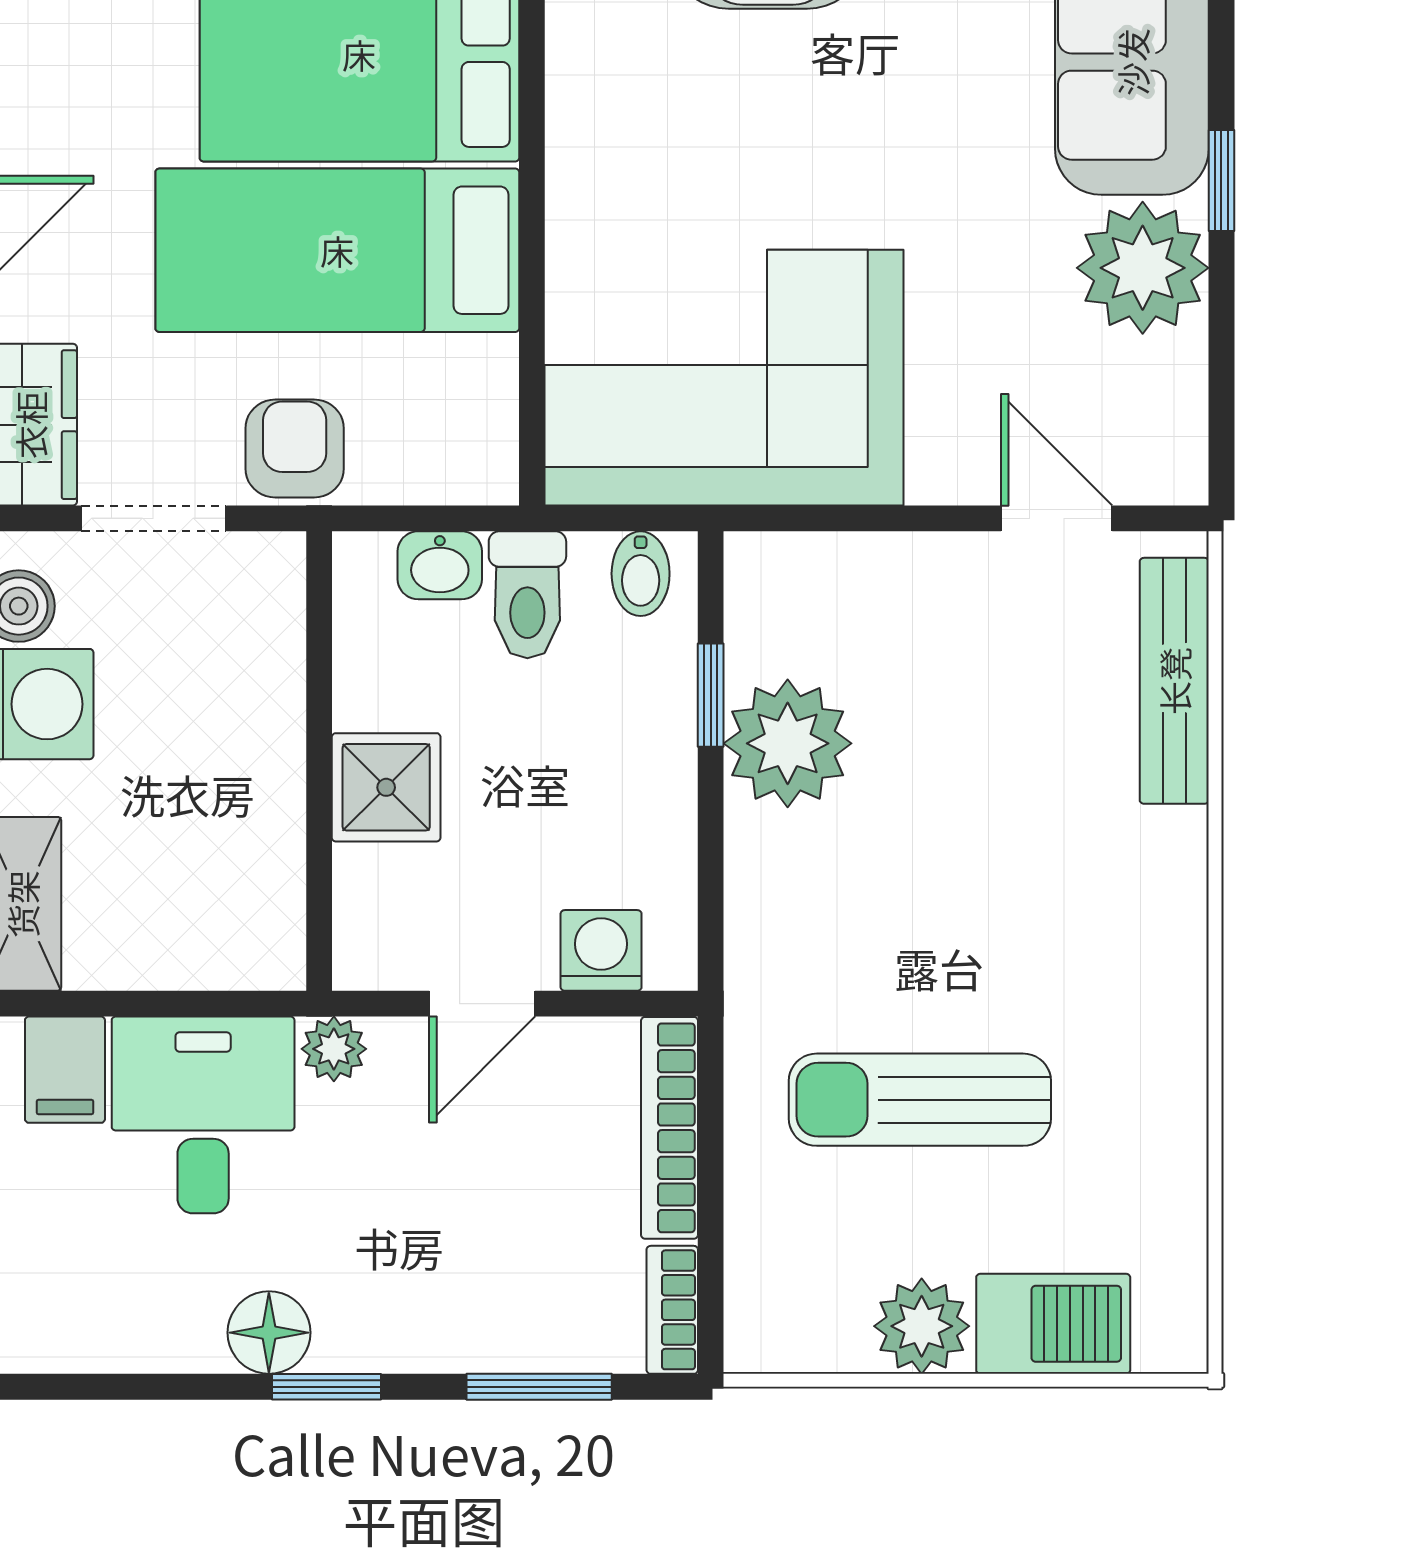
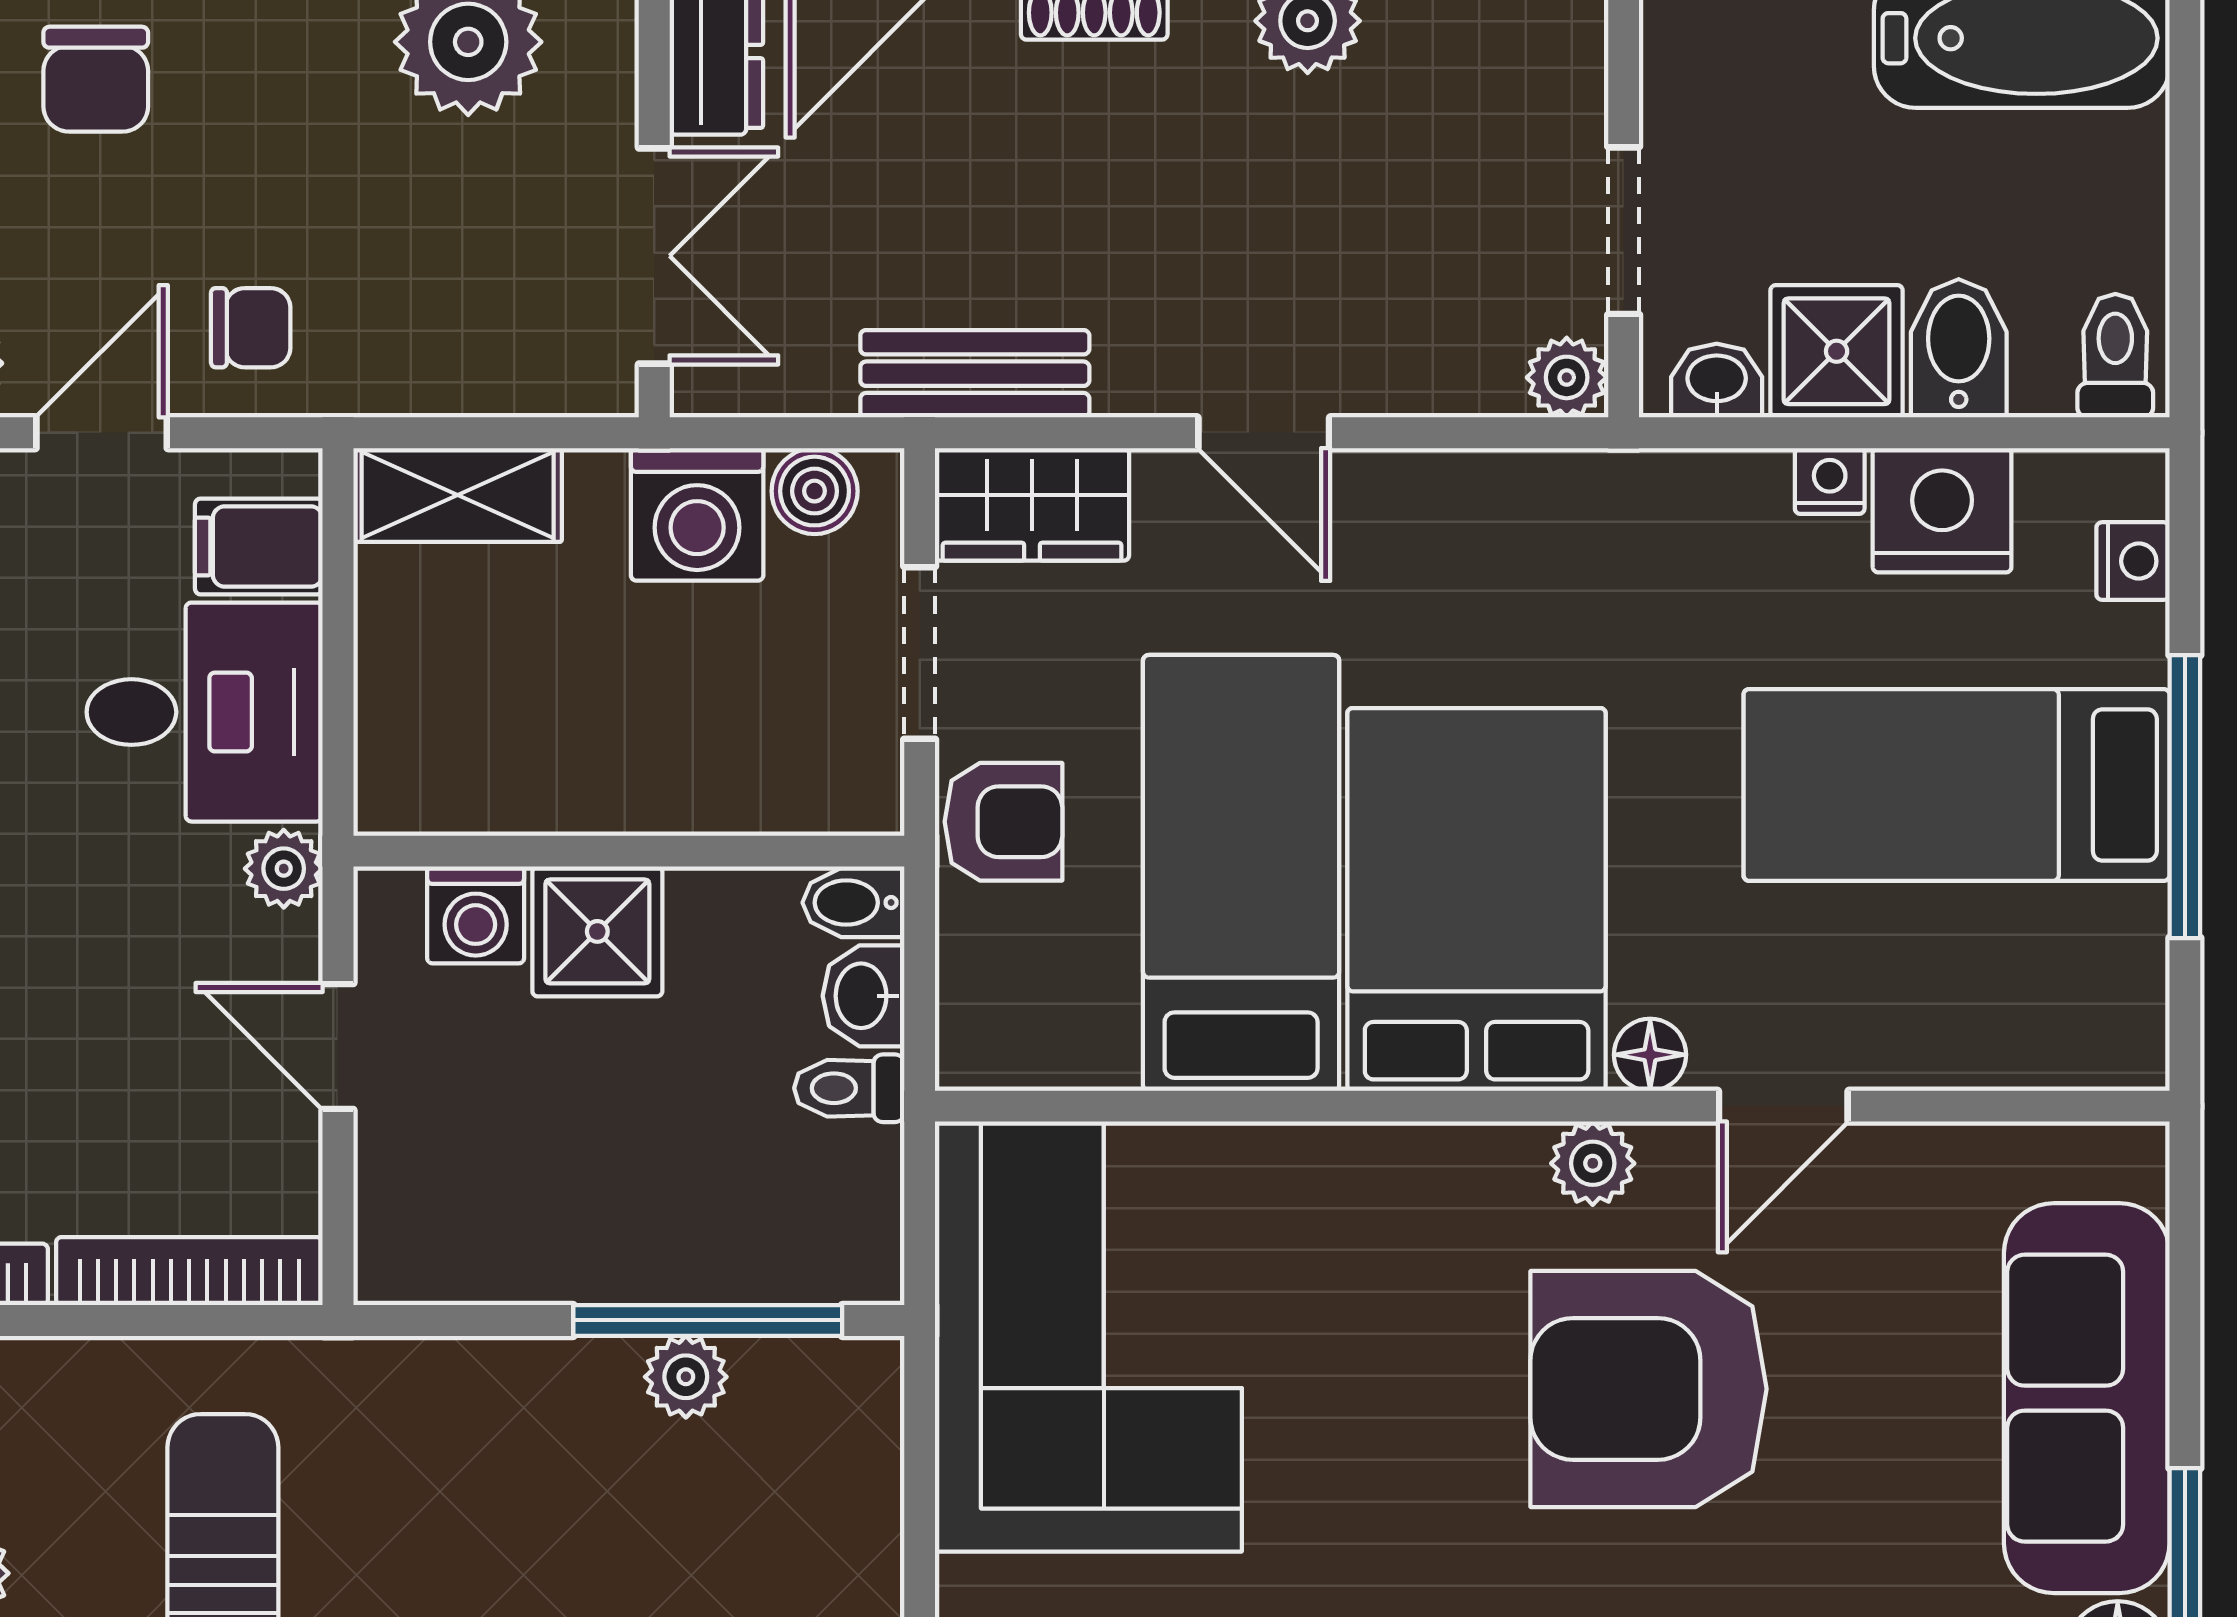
bidet: (641, 574) -> (853, 903), moved
toilet: (527, 595) -> (849, 1088), width x0.73, depth x0.72
window: (711, 695) -> (708, 1320), width x2.17
plant: (788, 743) -> (686, 1377), width x0.53, depth x0.53
washing machine: (601, 950) -> (476, 915), moved, turned 90

